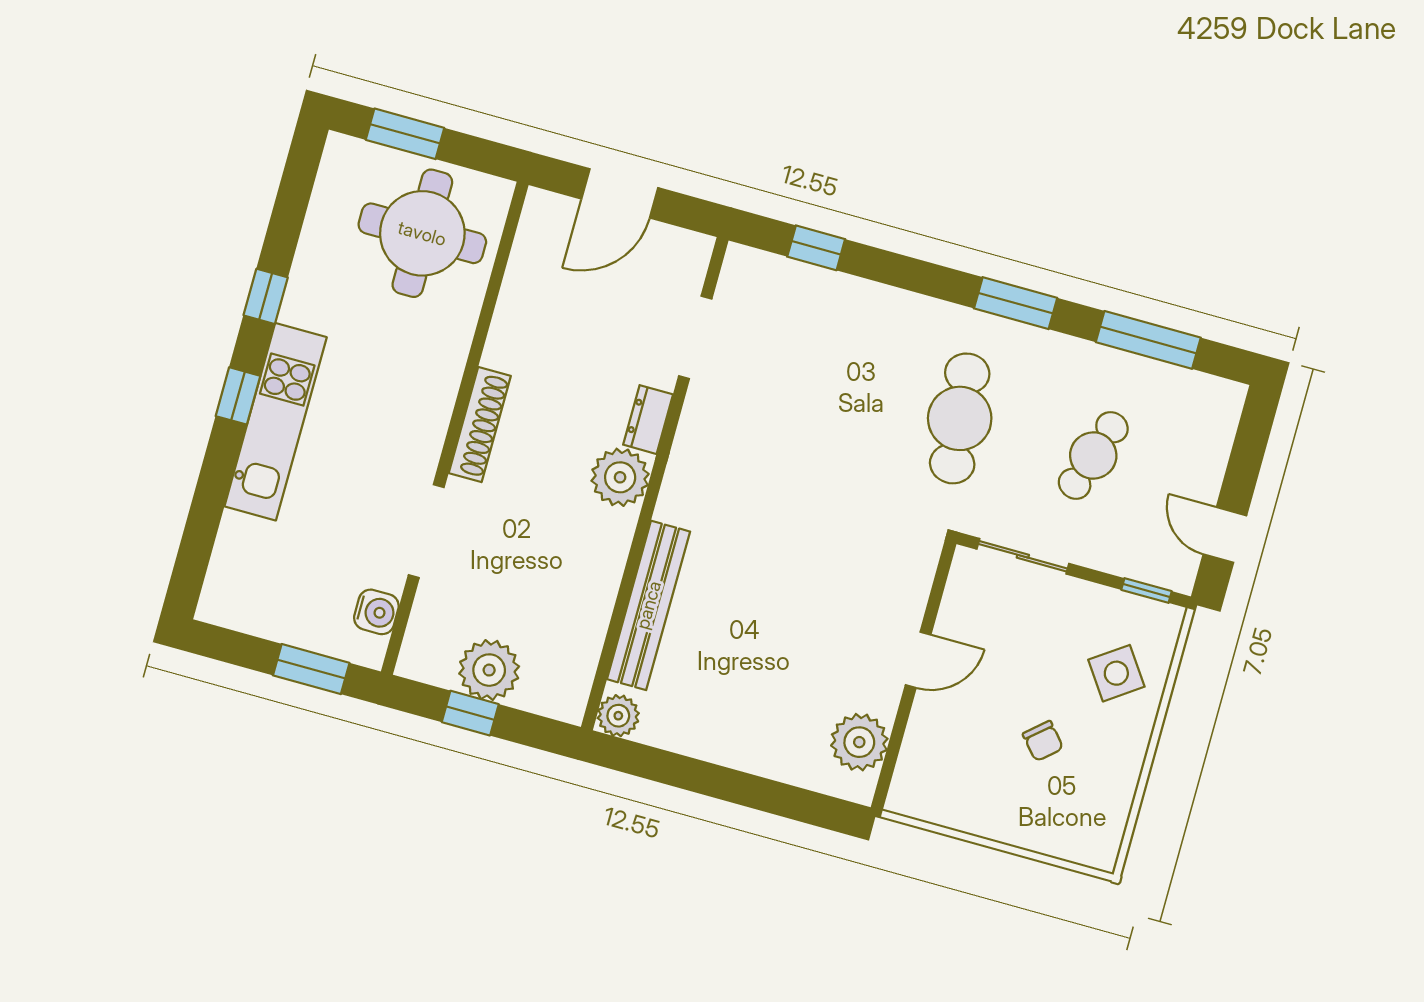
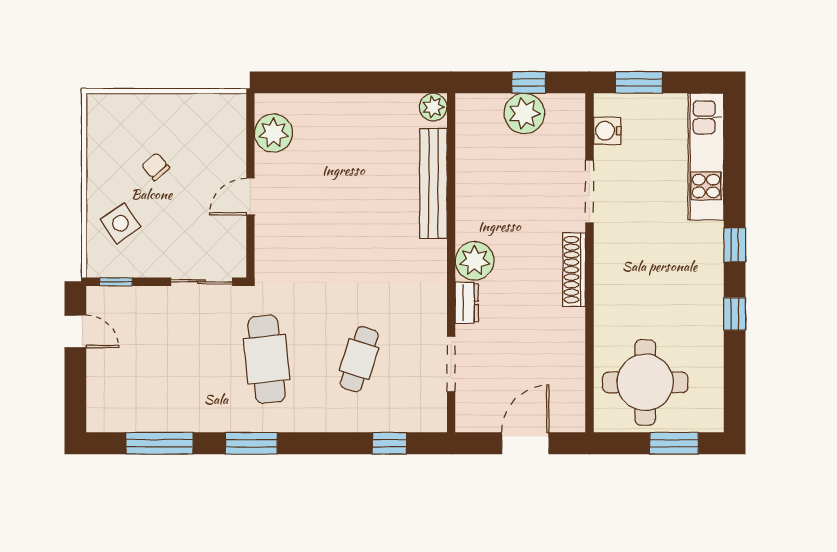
kitchen unit: (276, 422) -> (706, 157), moved
cafe table: (1093, 455) -> (359, 359), moved

